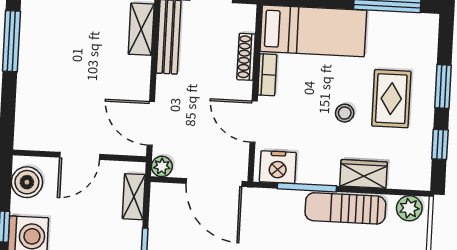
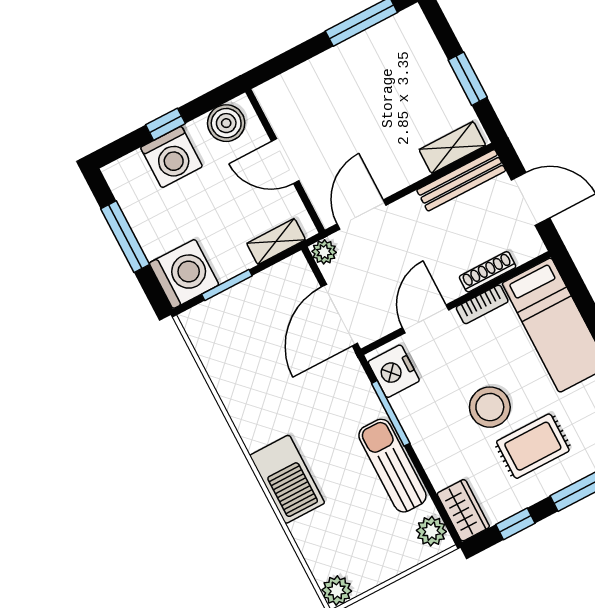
stool: (345, 113) -> (490, 407), width x1.89, depth x1.89
wardrobe: (364, 174) -> (463, 510), moved

